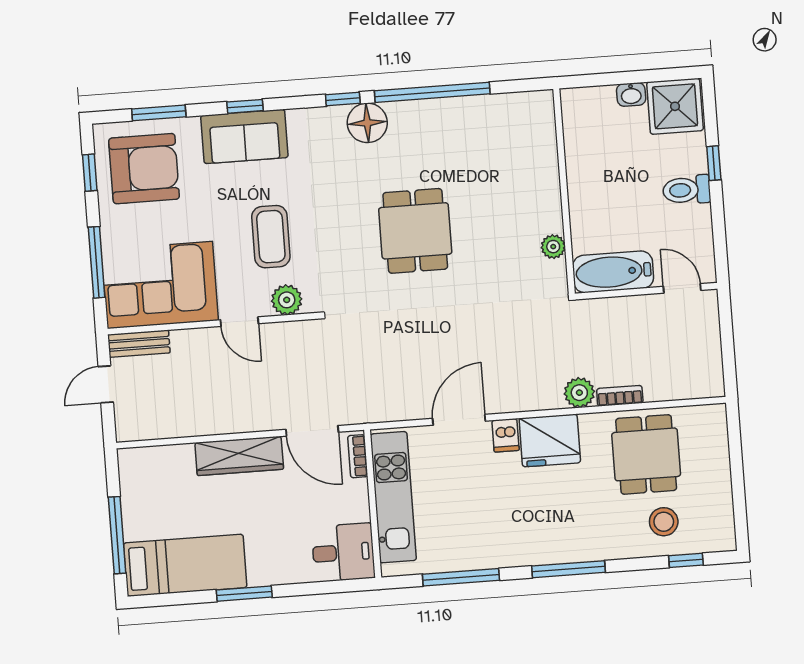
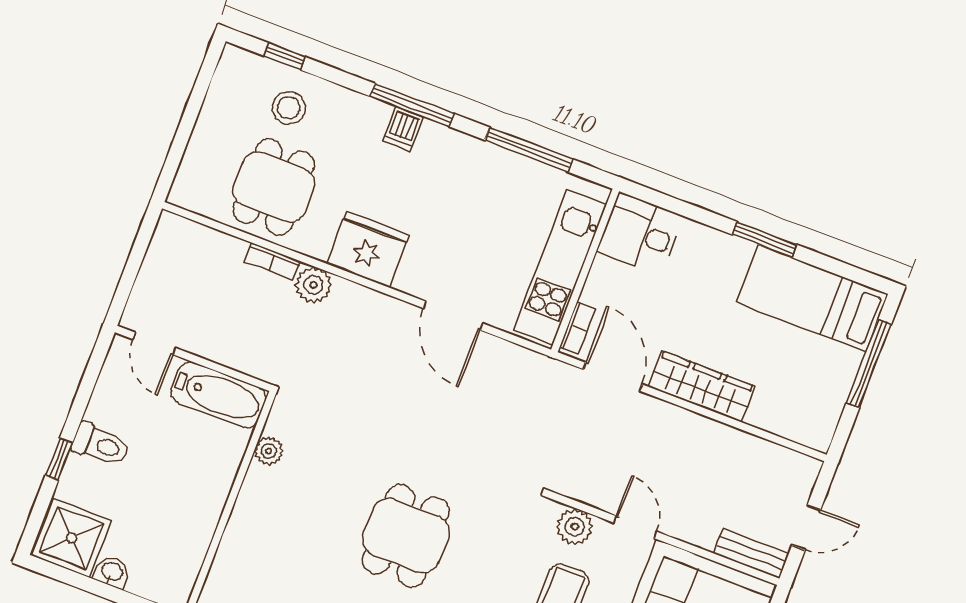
door: (459, 420) -> (453, 316), hinge flipped
dishwasher: (506, 435) -> (403, 129), moved, turned 180

